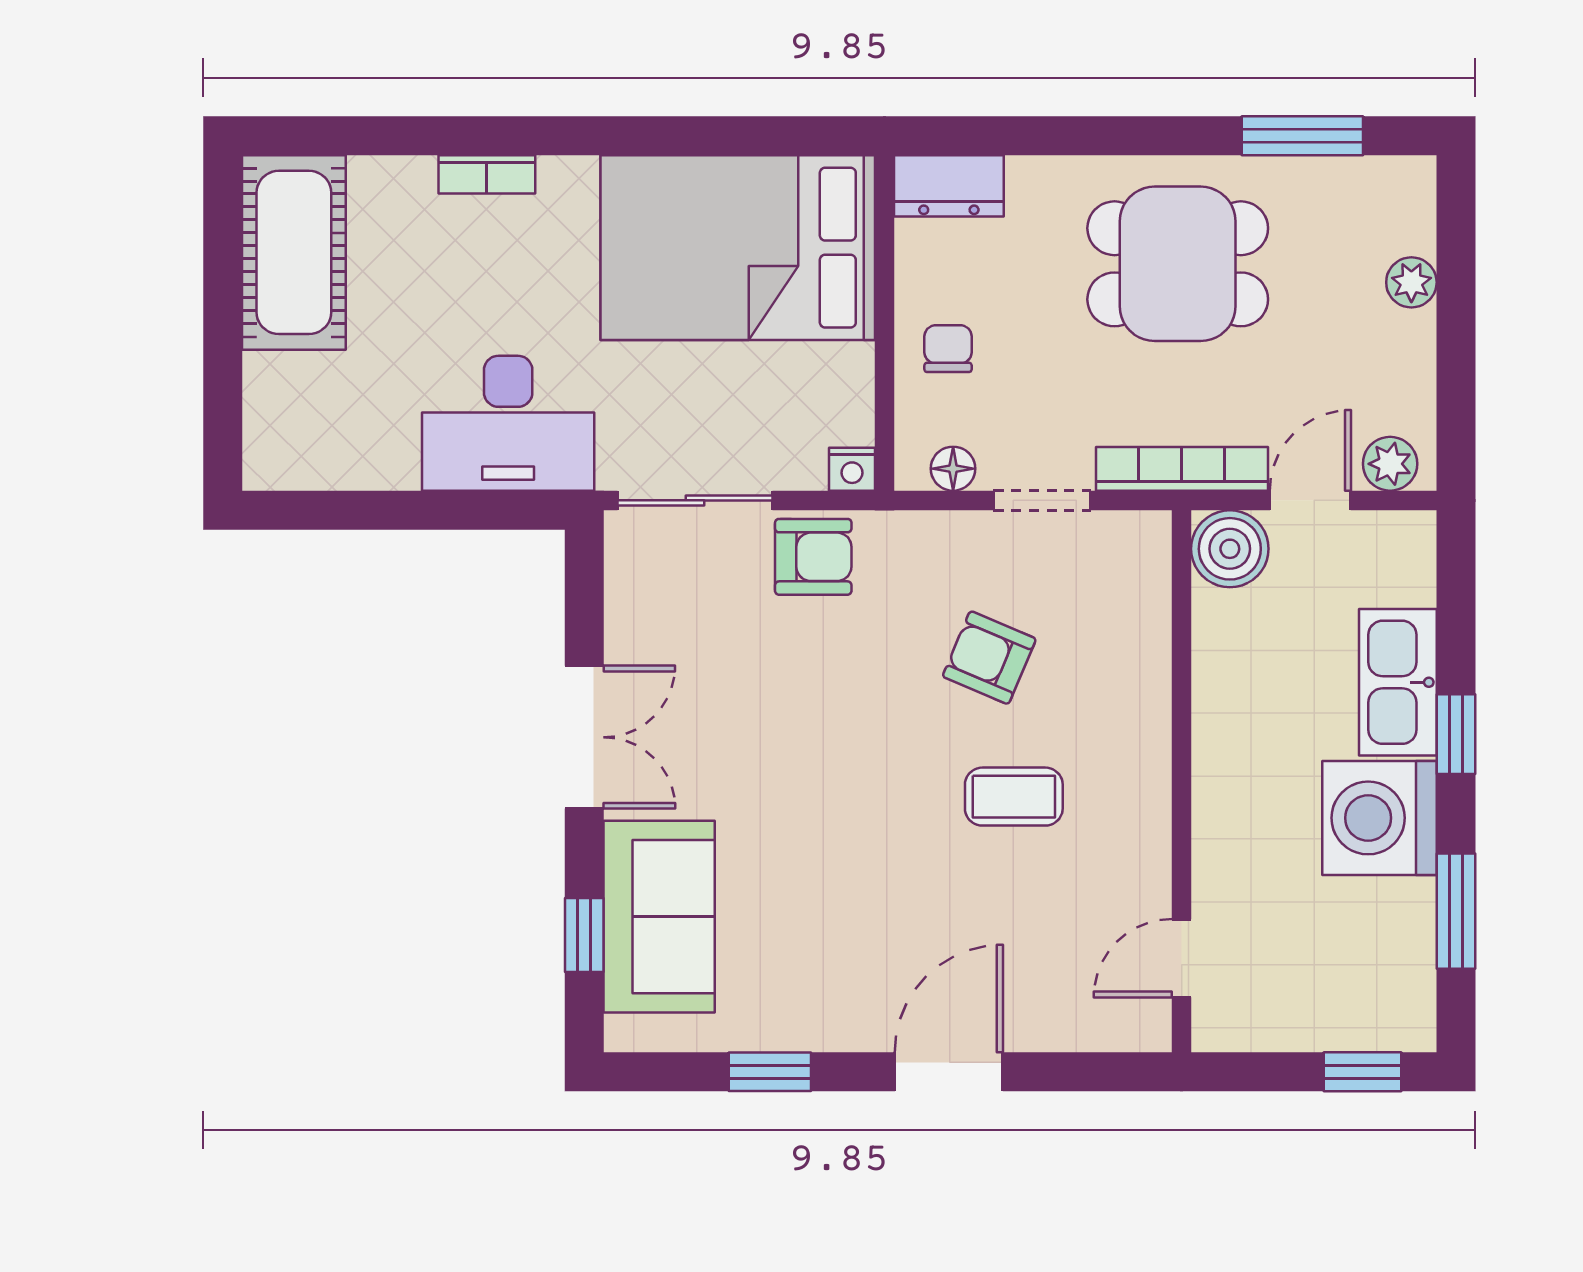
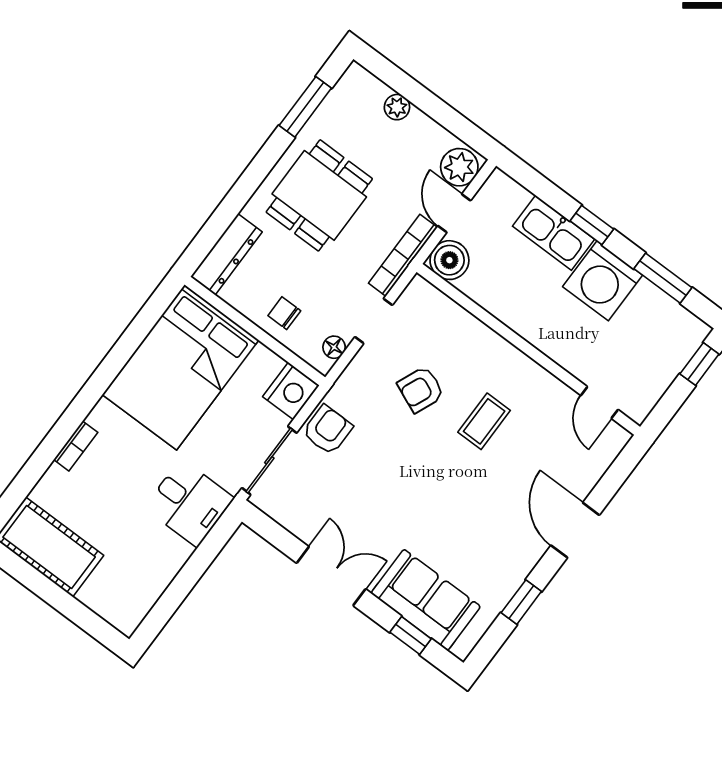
dresser: (949, 186) -> (226, 254), width x1.44
desk: (508, 423) -> (189, 503), width x0.73
plant: (1390, 464) -> (459, 167), width x1.38, depth x1.38
nightstand: (852, 469) -> (291, 391), width x1.89, depth x1.79

